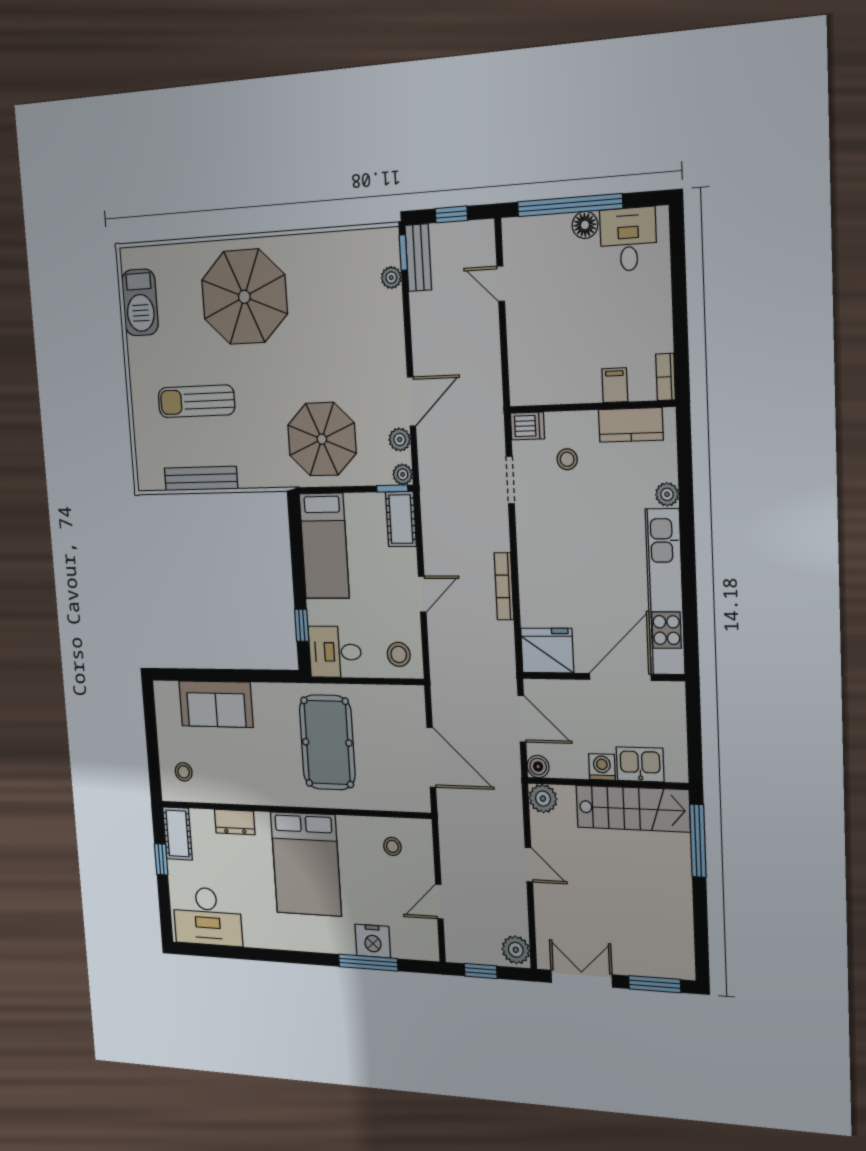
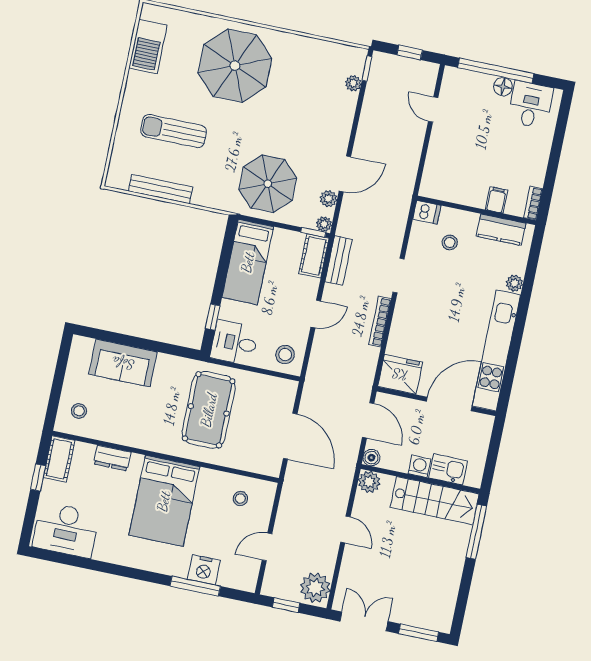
bench: (418, 258) -> (339, 260), moved
doorway: (510, 480) -> (398, 276), moved
plant: (516, 950) -> (315, 588), width x1.36, depth x1.36

